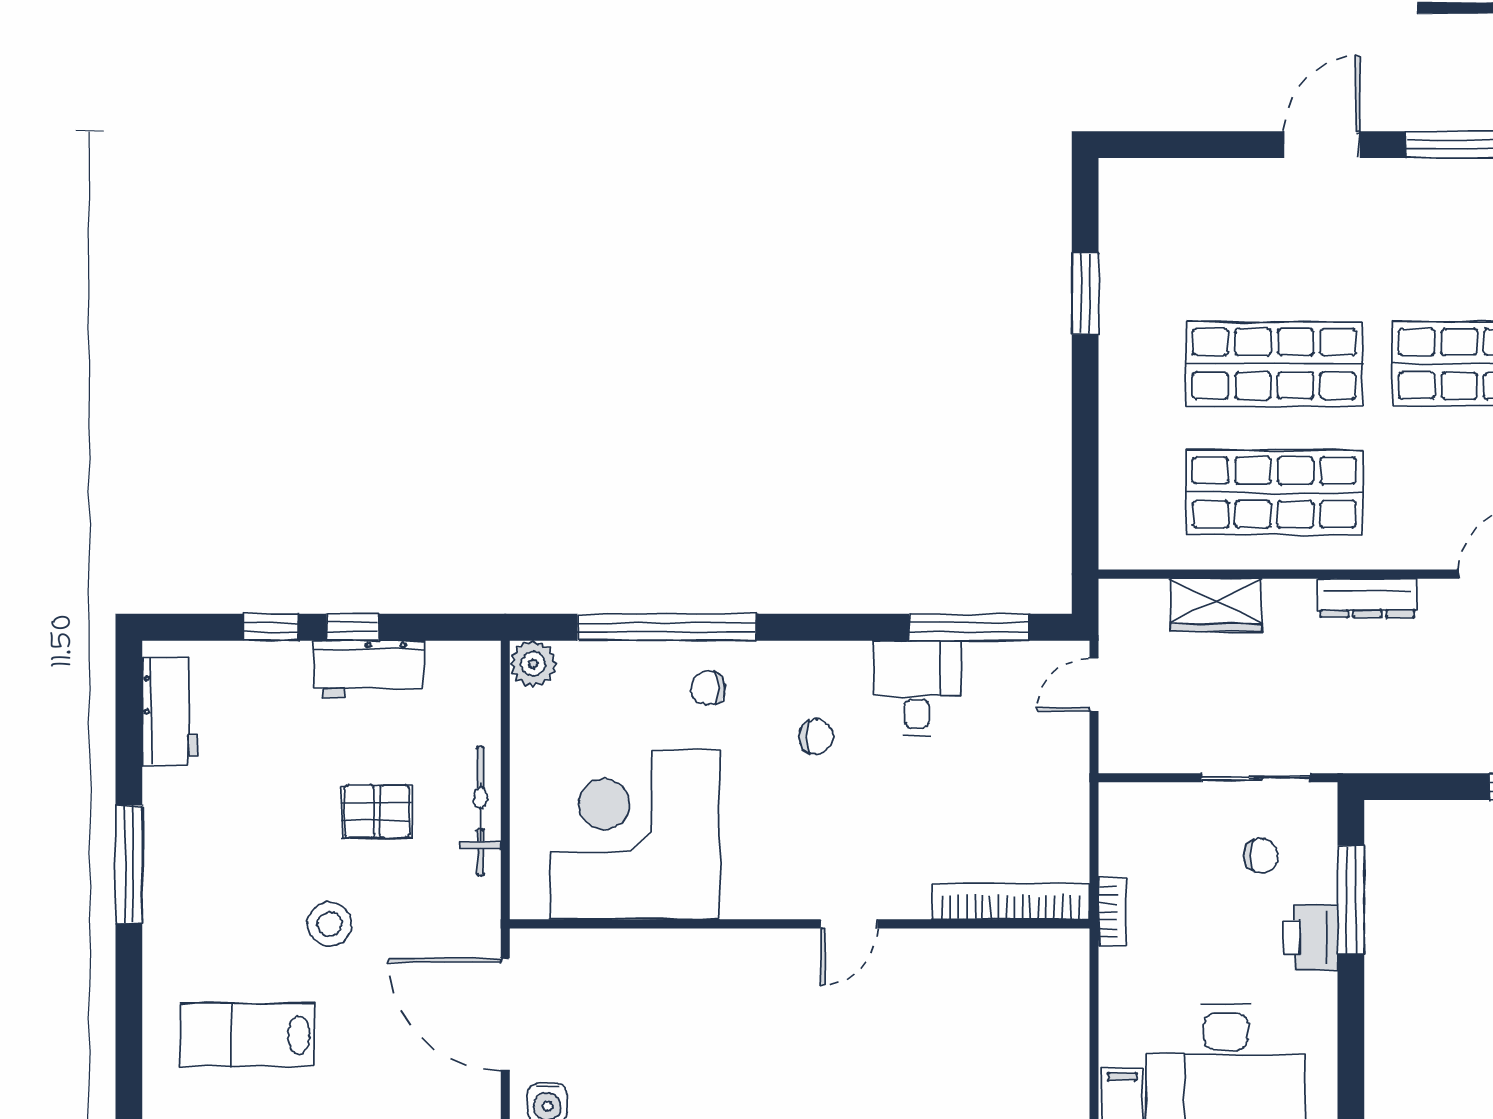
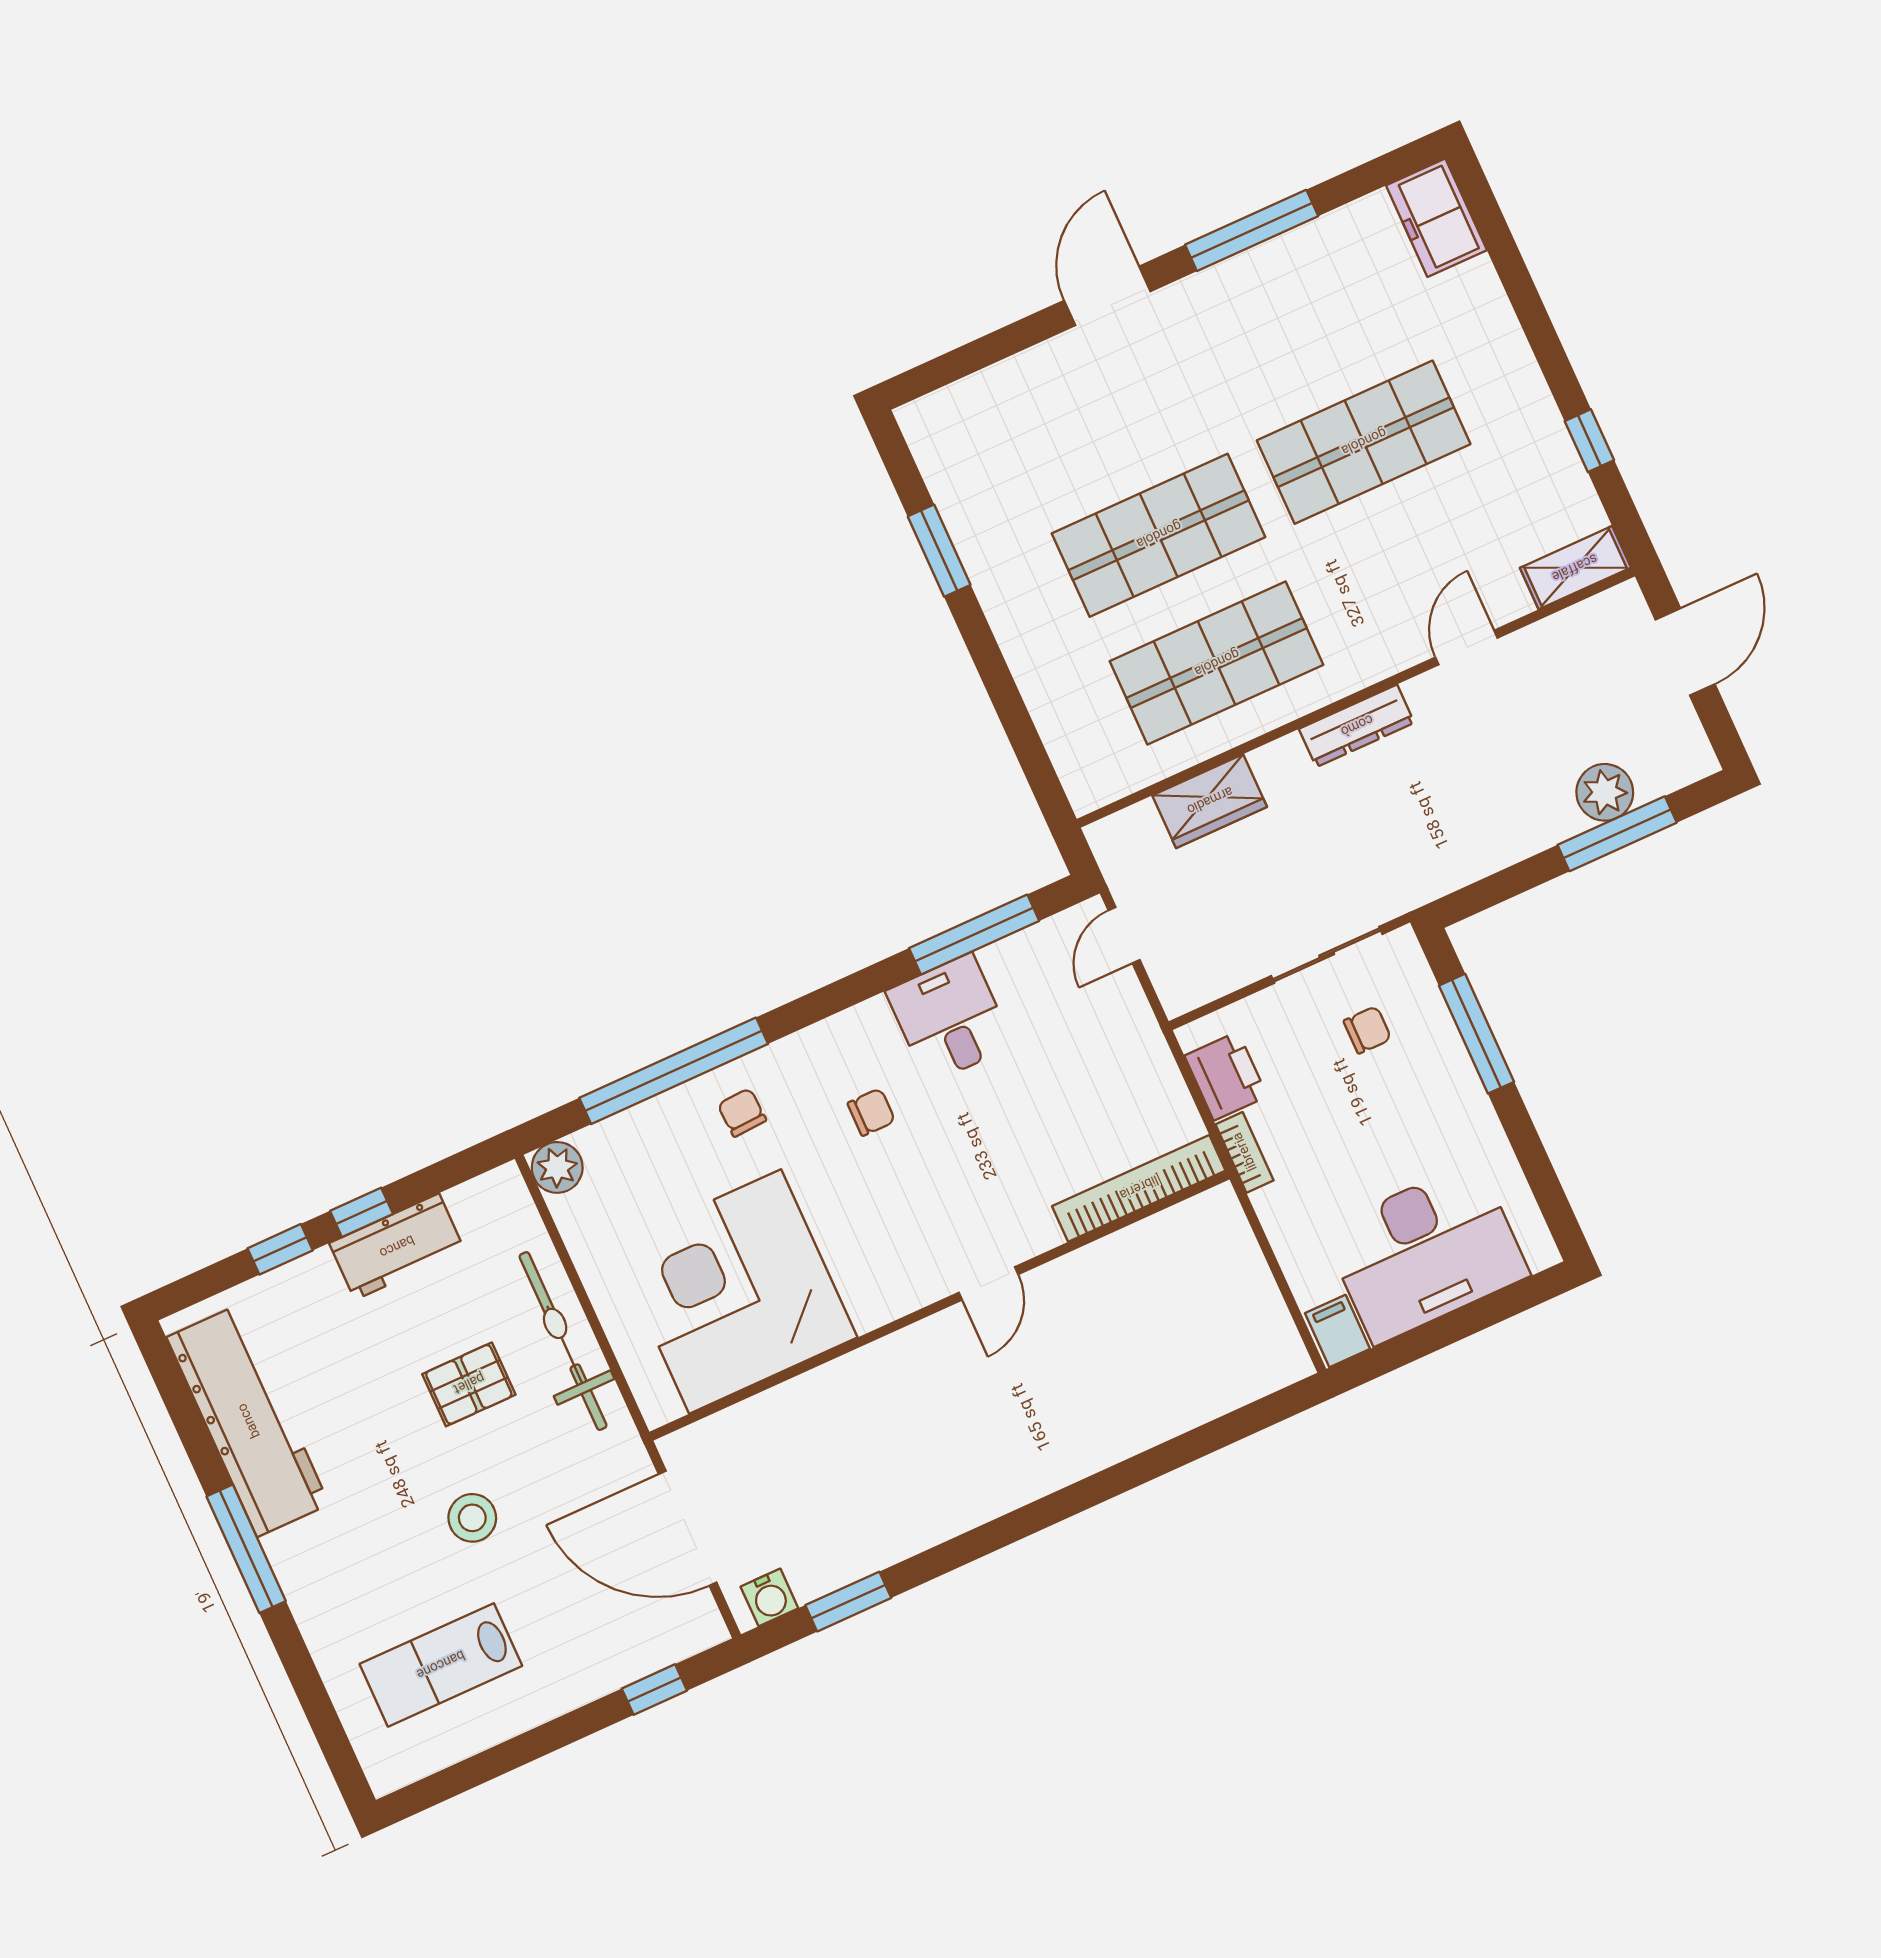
chair: (708, 688) -> (742, 1112), turned 87
workbench: (170, 711) -> (248, 1421), width x1.88, depth x1.32
bicycle: (480, 811) -> (563, 1341), width x1.37, depth x1.40
printer: (1310, 937) -> (1226, 1076), moved, turned 180

